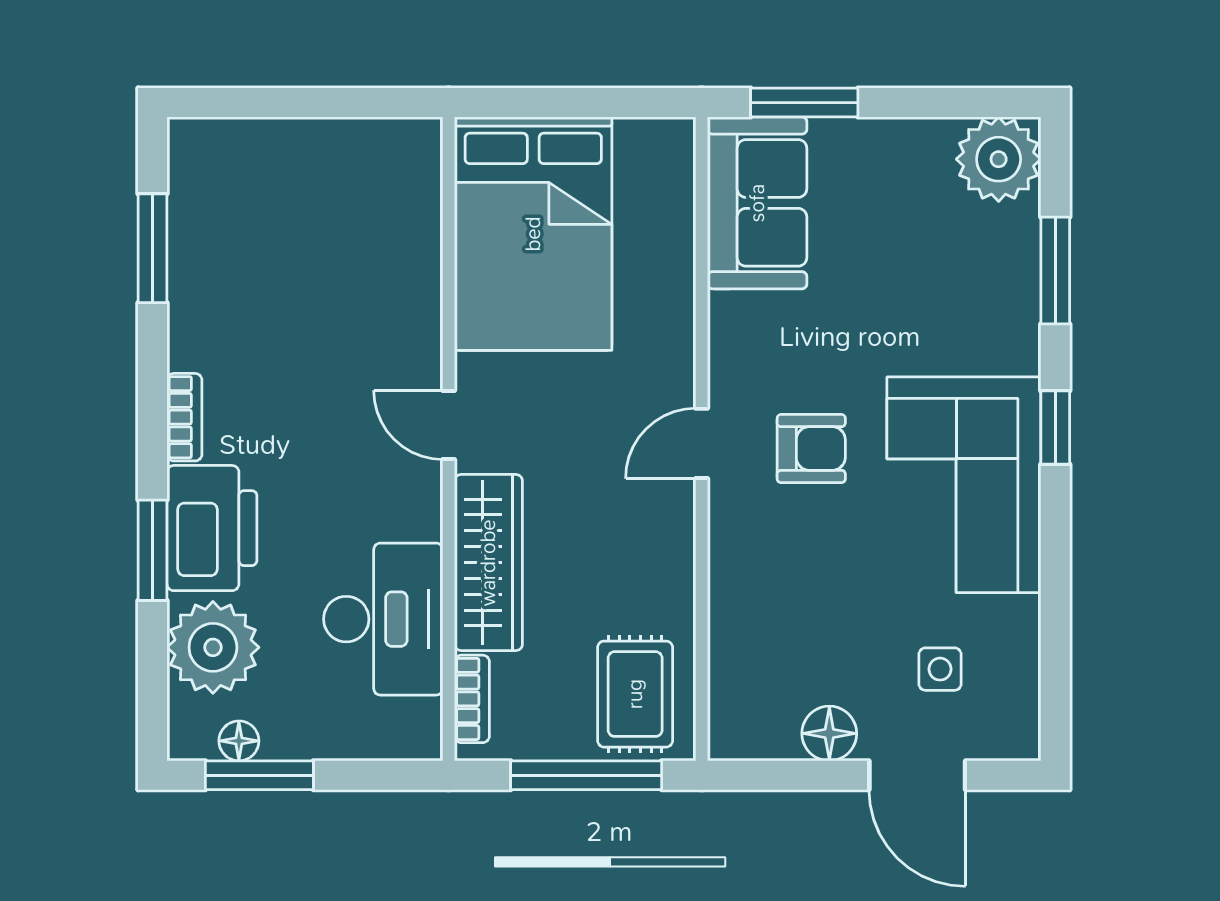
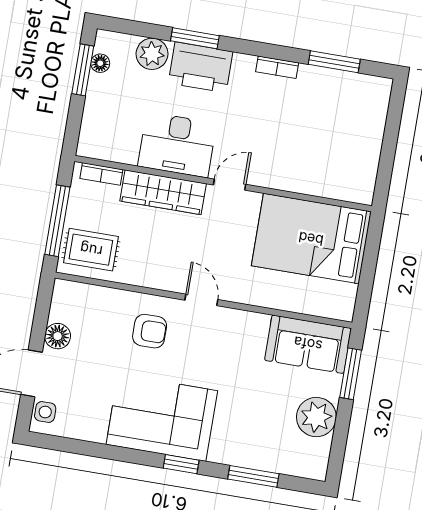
plant: (999, 159) -> (316, 417), moved
bookcase: (184, 417) -> (277, 67), moved
armchair: (811, 449) -> (150, 331), moved, turned -90
desk: (383, 619) -> (177, 145), moved
plant: (213, 647) -> (152, 54), width x0.73, depth x0.73
side table: (940, 669) -> (45, 412), moved

